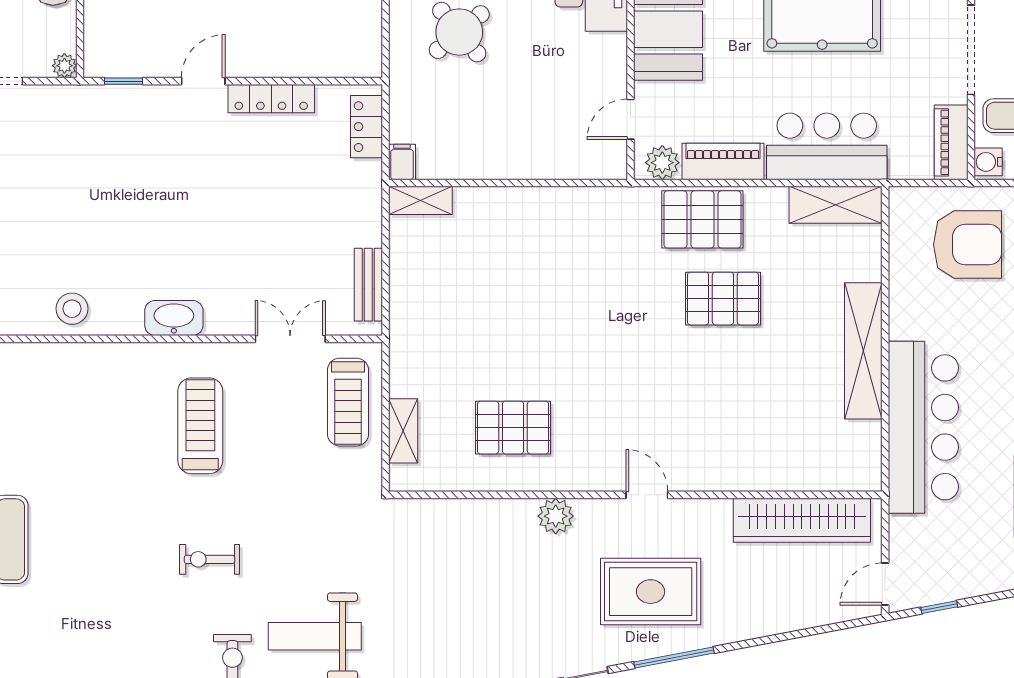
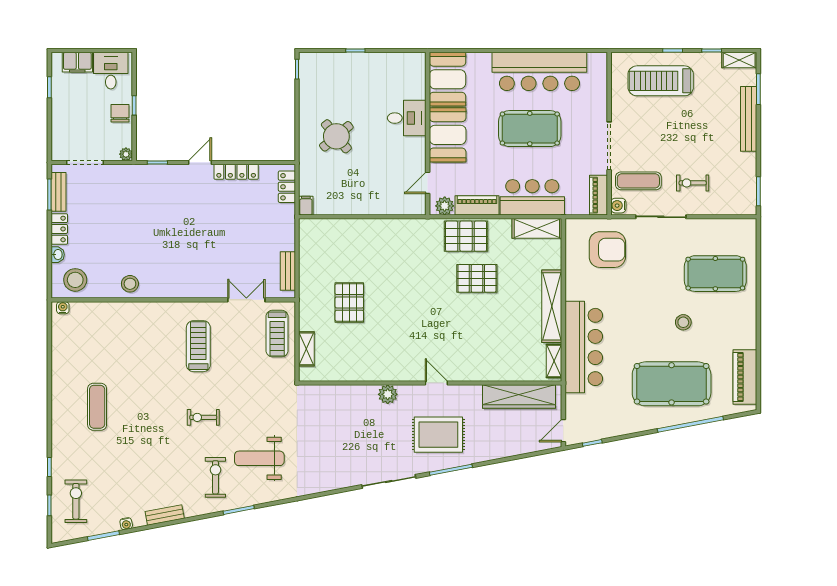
shelving: (420, 200) -> (554, 361), moved, turned 90
washbasin: (174, 318) -> (184, 289), removed
pallet: (513, 428) -> (349, 302), moved, turned 90

